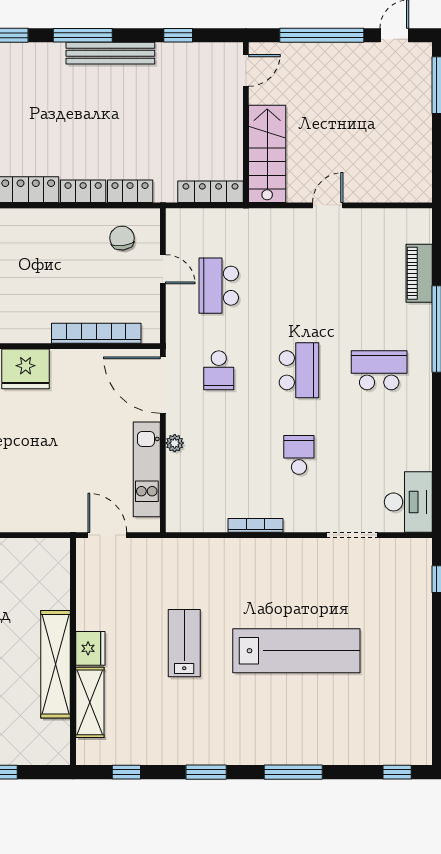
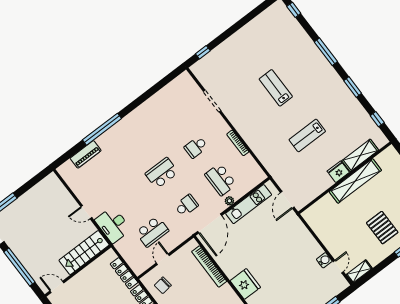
locker: (210, 192) -> (124, 273), moved
school desk: (379, 370) -> (221, 179), moved
desk: (408, 502) -> (113, 225), moved, turned -90
lab bench: (296, 651) -> (276, 88), width x0.54, depth x0.72

